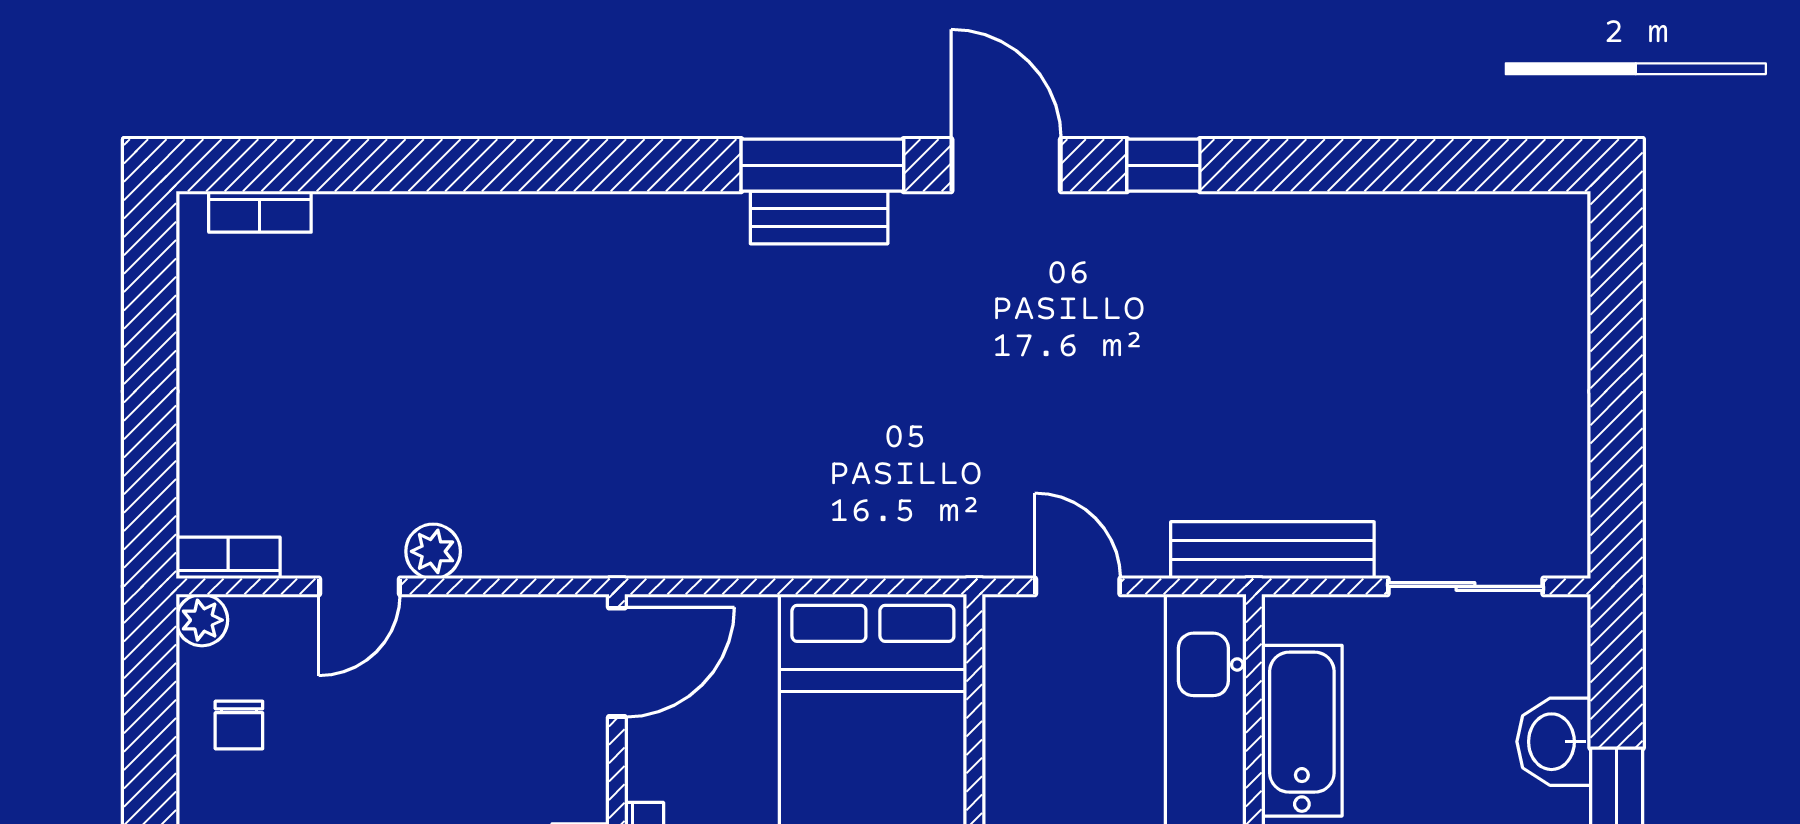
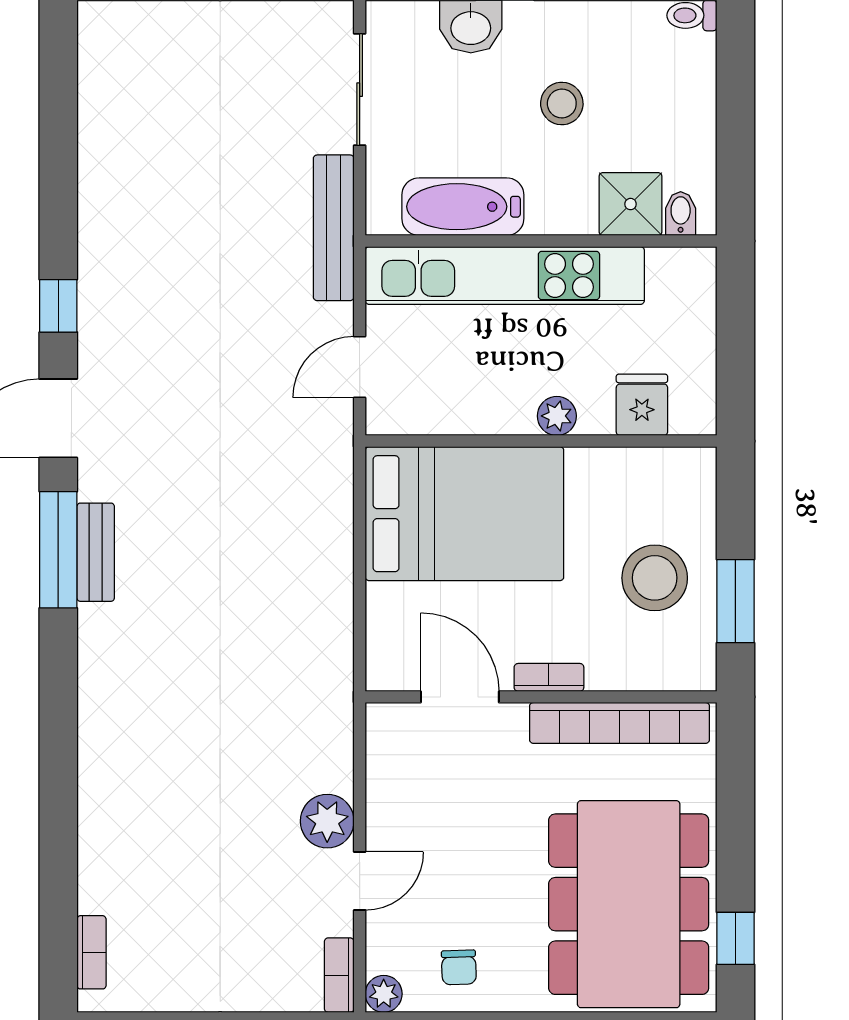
plant: (433, 551) -> (327, 821), width x1.38, depth x1.38
door: (359, 586) -> (360, 881), hinge flipped
door: (617, 662) -> (460, 697), moved
chair: (239, 725) -> (459, 967), turned 88

